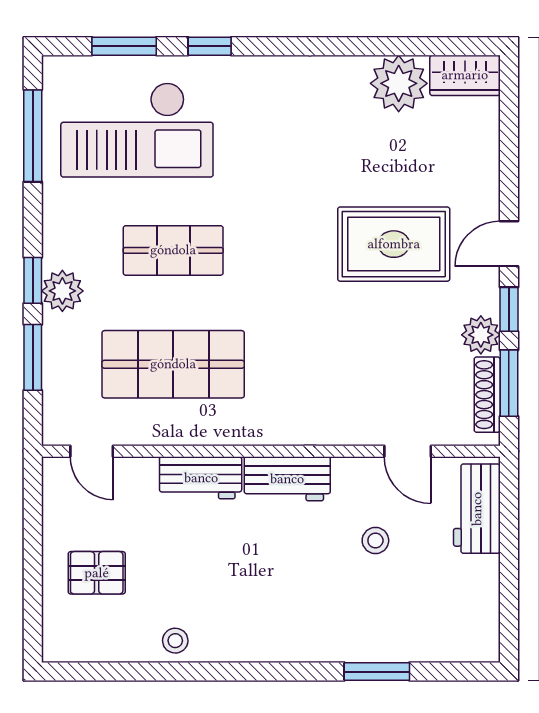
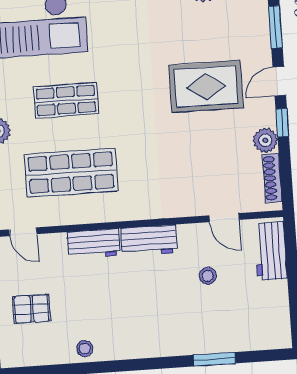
window: (509, 383) -> (276, 27), moved

